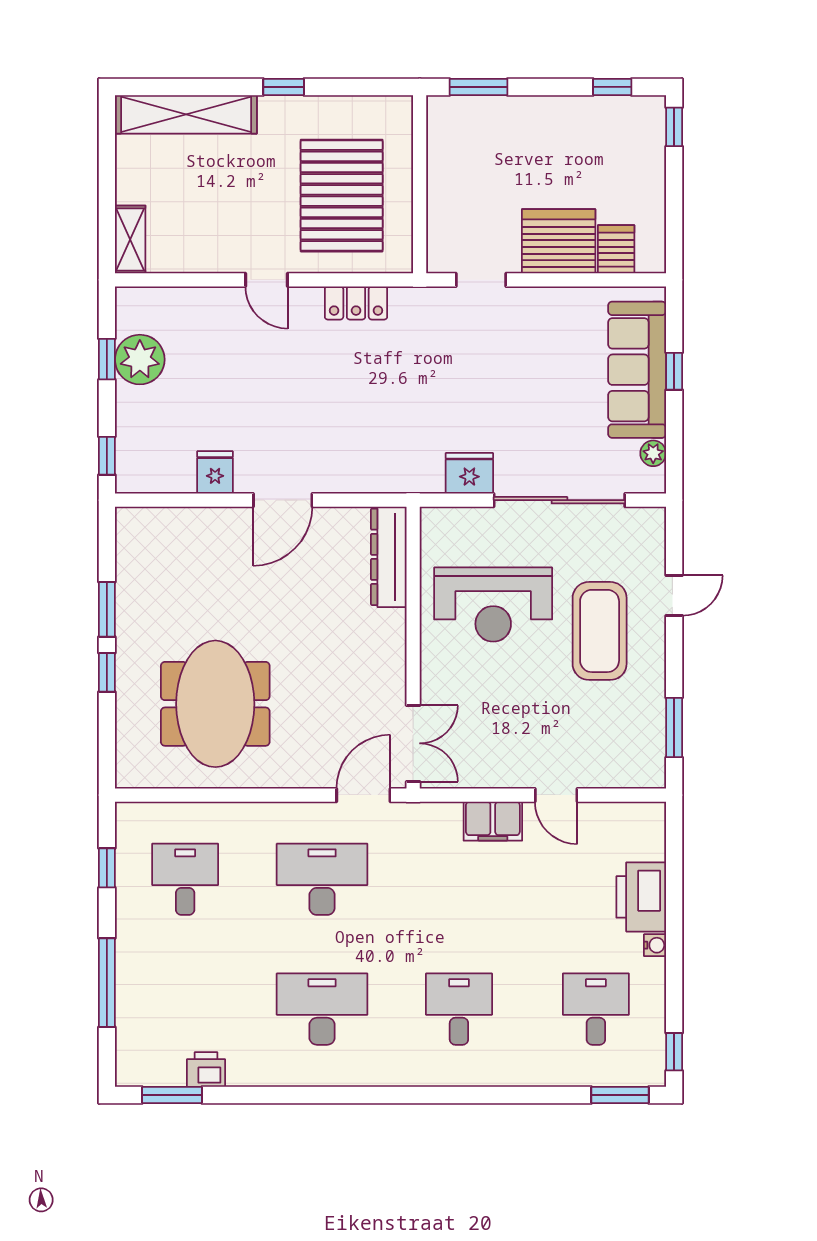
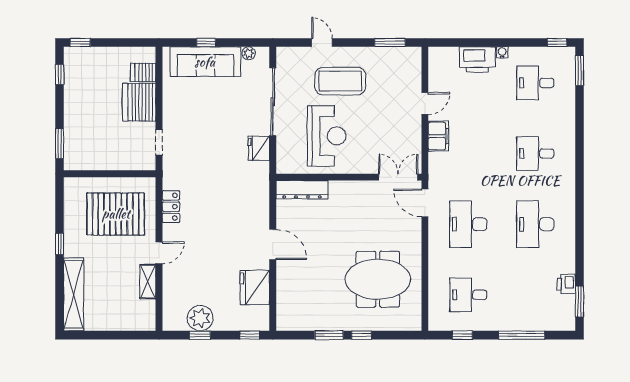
shelving: (130, 239) -> (148, 282), moved, turned 90
fridge: (215, 472) -> (255, 288), width x1.88, depth x1.34

